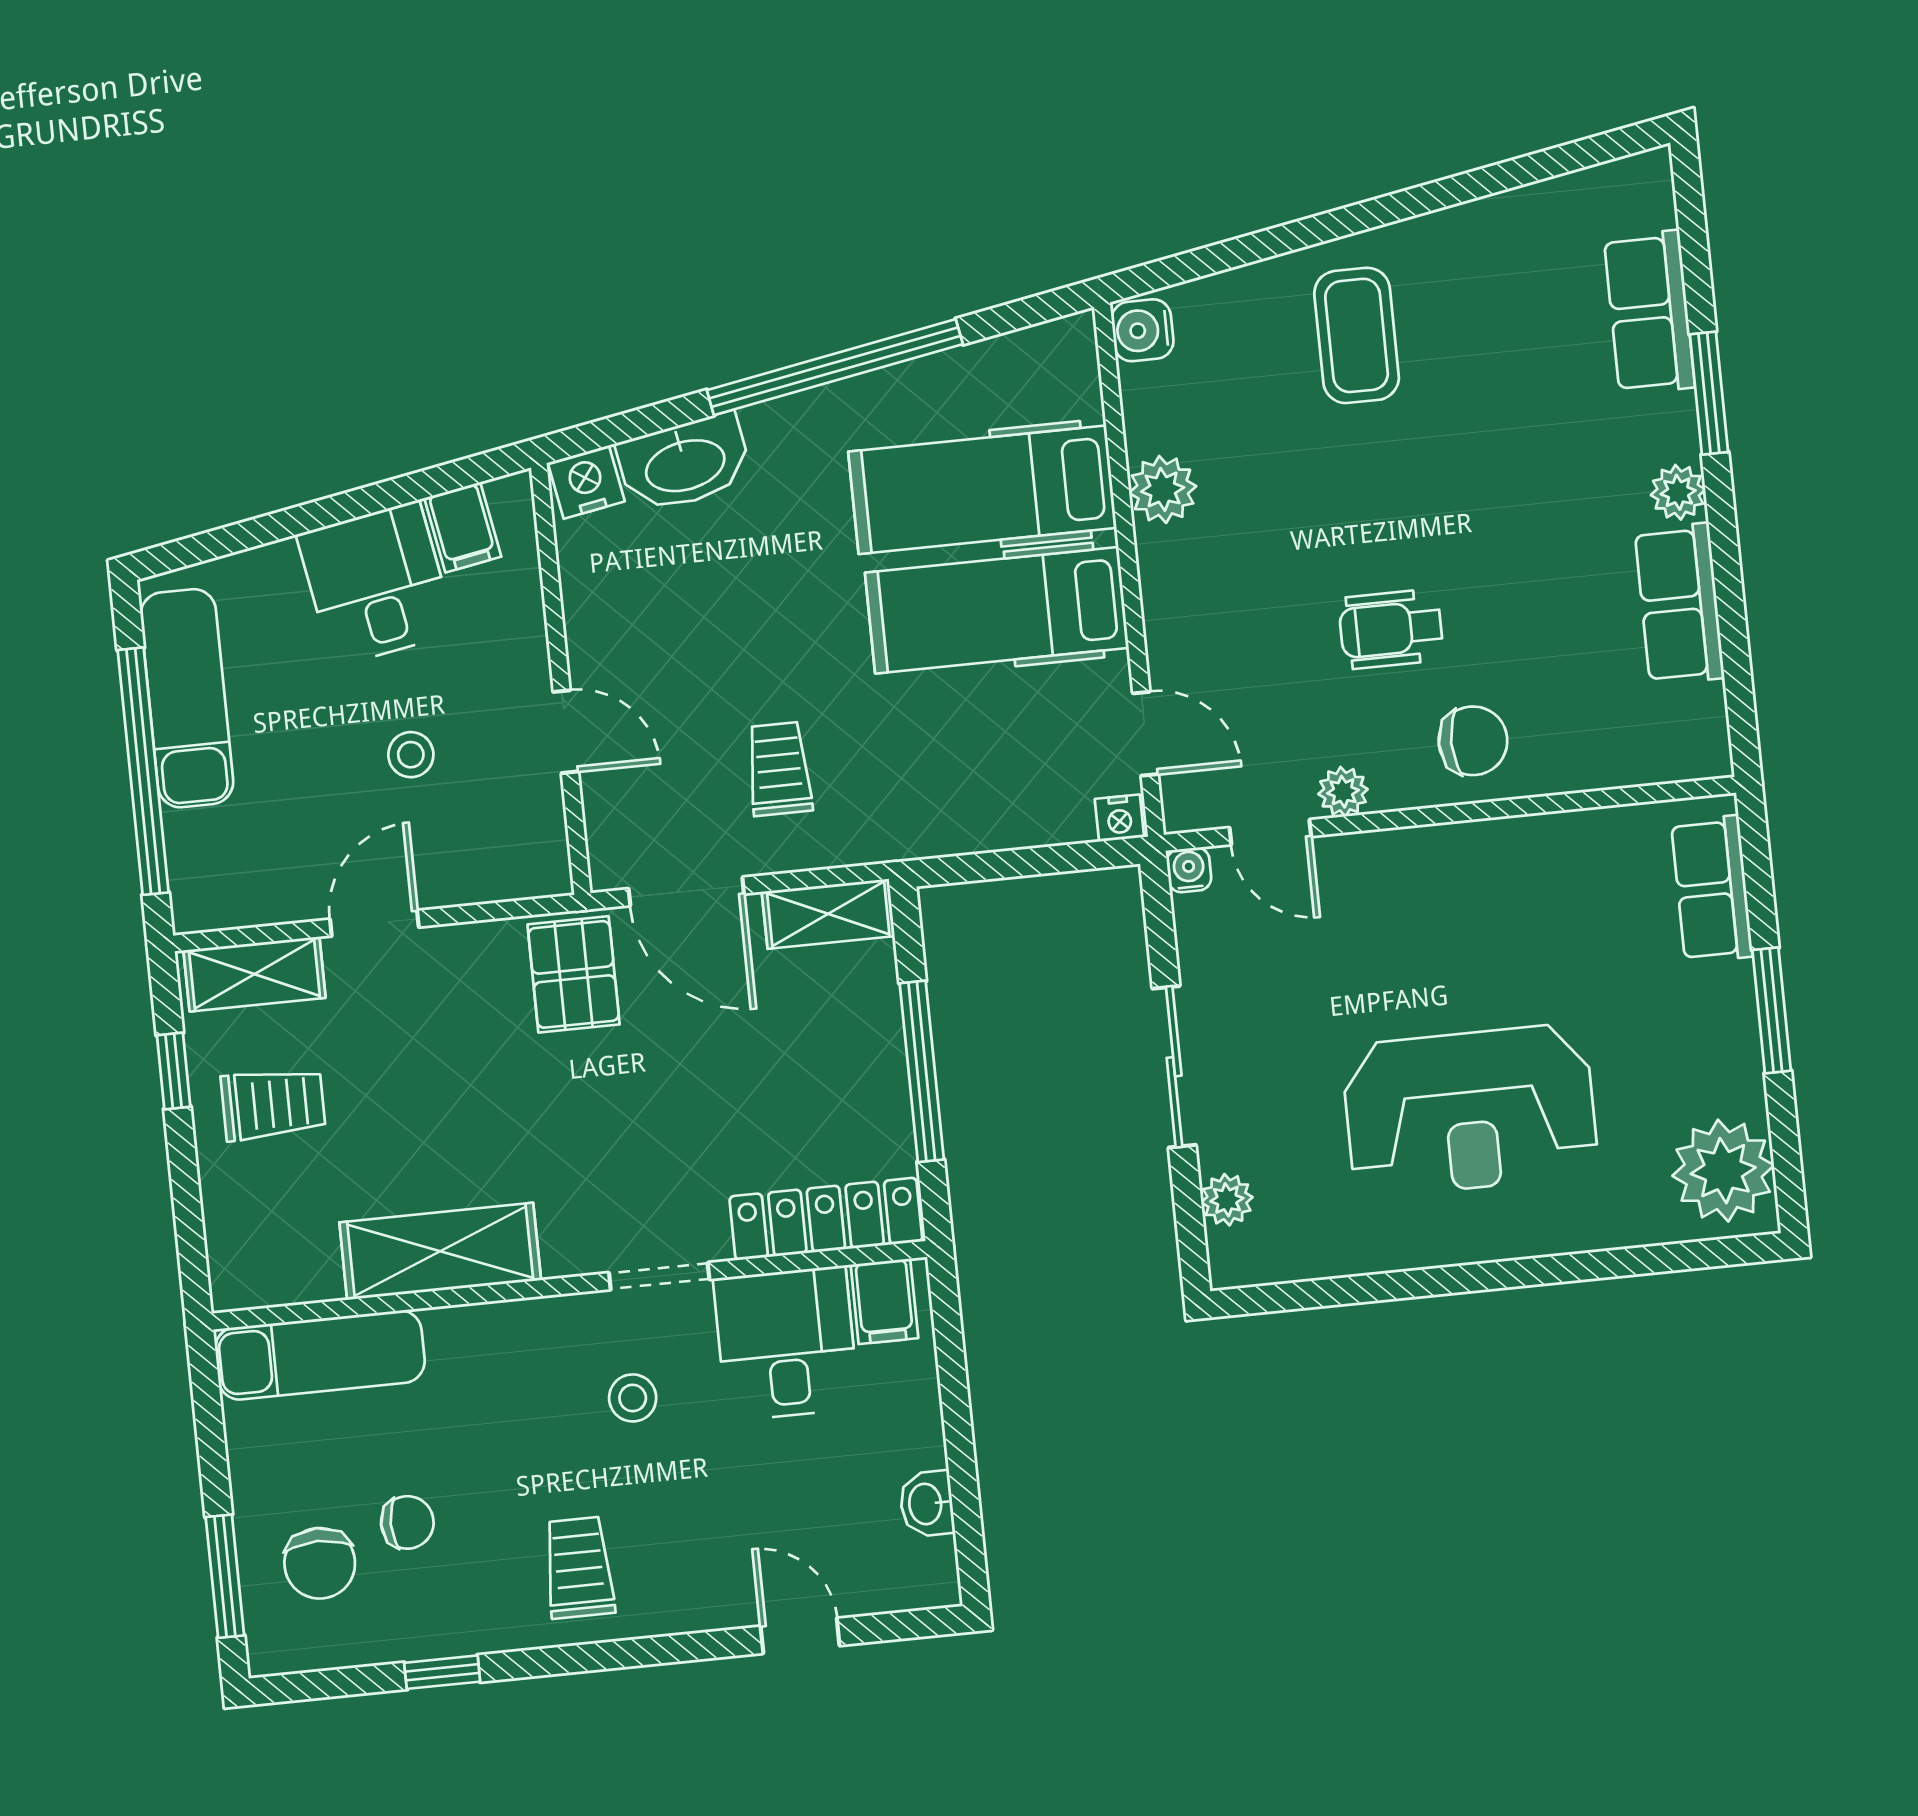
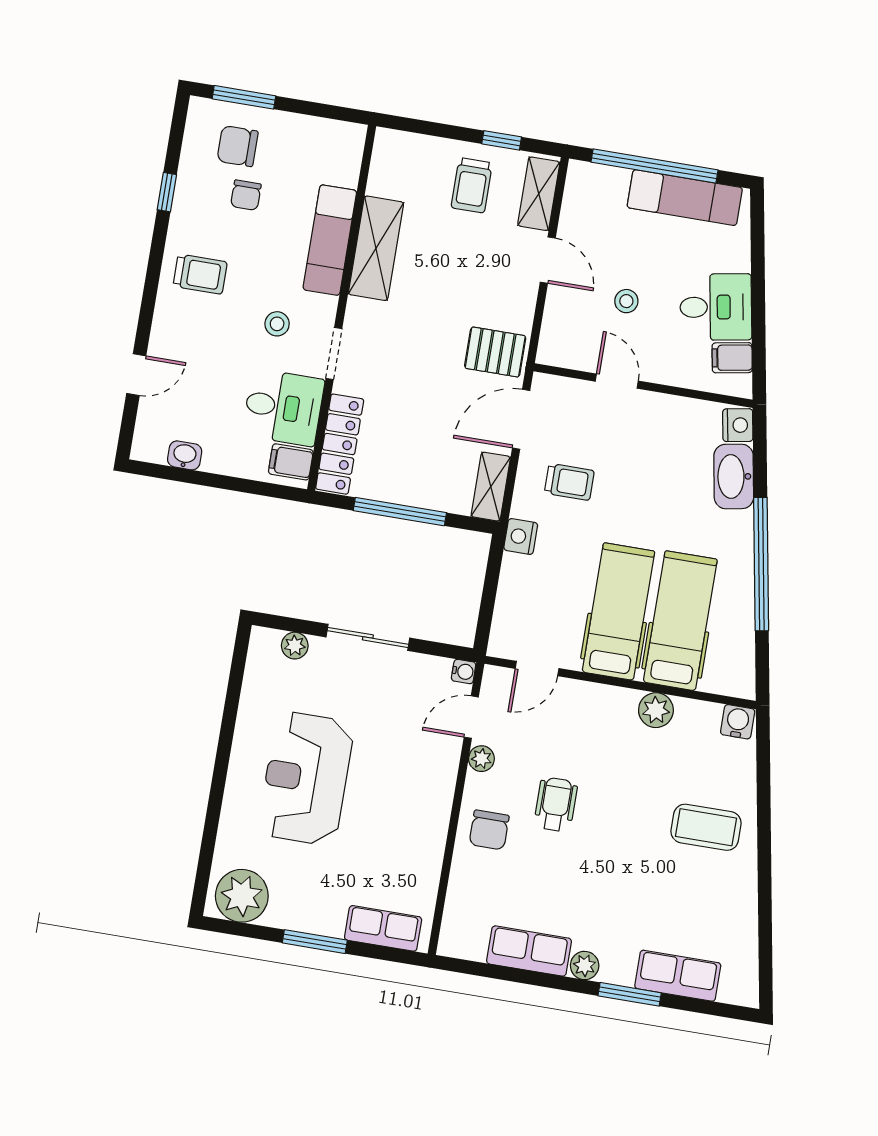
door: (566, 732) -> (617, 381), swing flipped
nightstand: (1119, 818) -> (521, 536), moved, width x1.39, depth x1.35
exam couch: (320, 1355) -> (330, 240), moved

